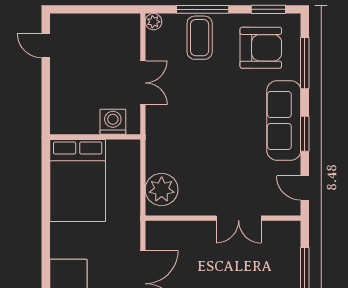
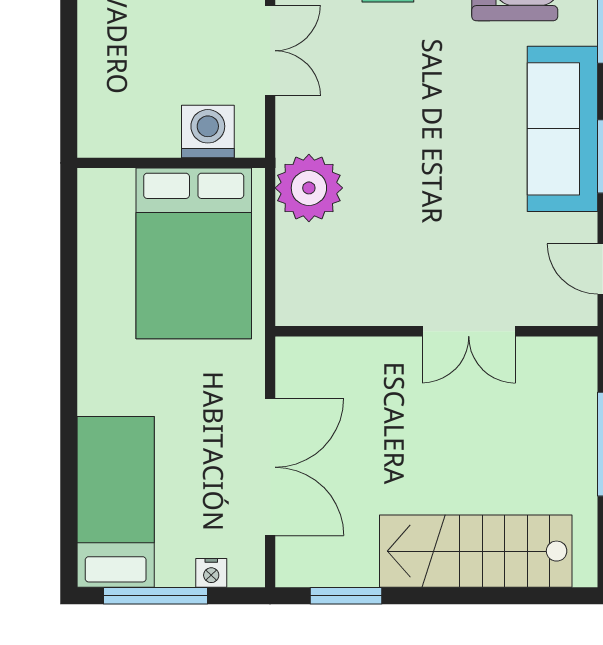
bed: (78, 181) -> (194, 253), moved
plant: (162, 190) -> (309, 188), moved

